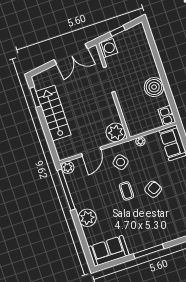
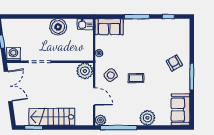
armchair: (153, 189) -> (174, 63), moved

